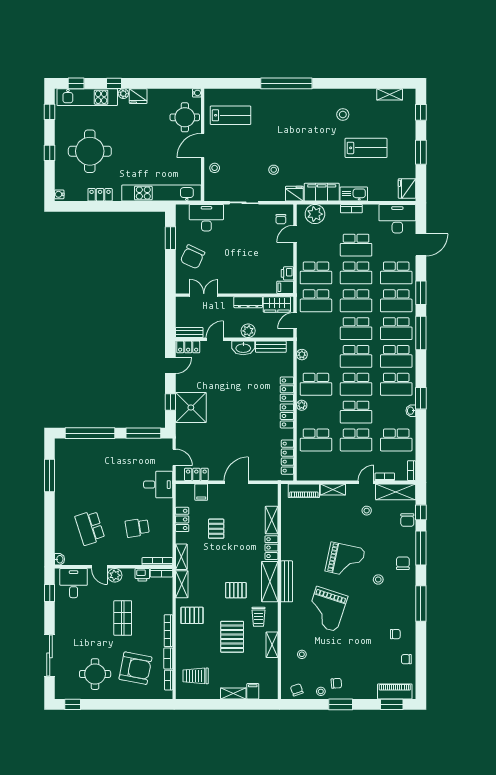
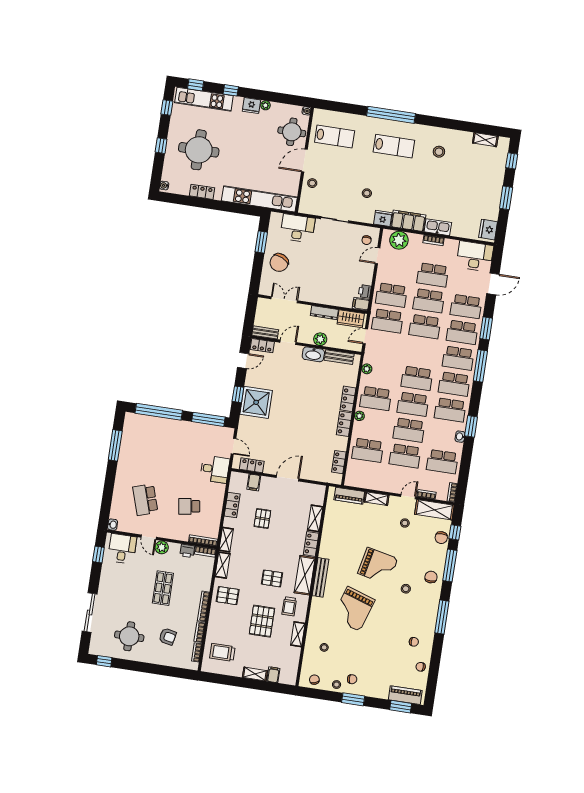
plant: (123, 94) -> (265, 105), moved
lab bench: (366, 148) -> (394, 146), moved
school desk: (356, 329) -> (421, 352), removed
locker: (287, 457) -> (339, 462), width x0.66
armchair: (135, 668) -> (168, 637), width x0.53, depth x0.53

